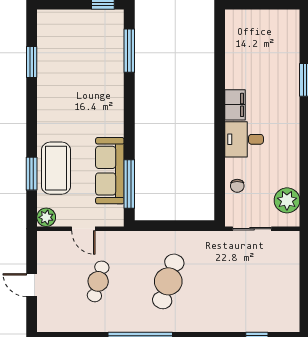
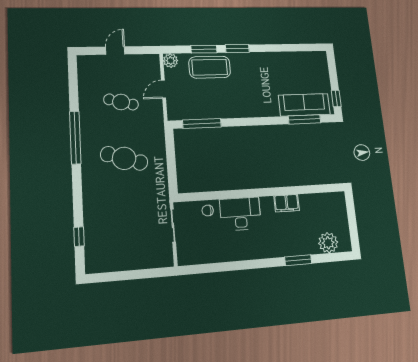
window: (32, 62) -> (237, 49), moved
filing cabinet: (235, 105) -> (287, 203), moved
desk: (244, 139) -> (240, 214), width x1.37
sofa: (110, 171) -> (304, 105), moved
plant: (287, 200) -> (328, 243), moved

